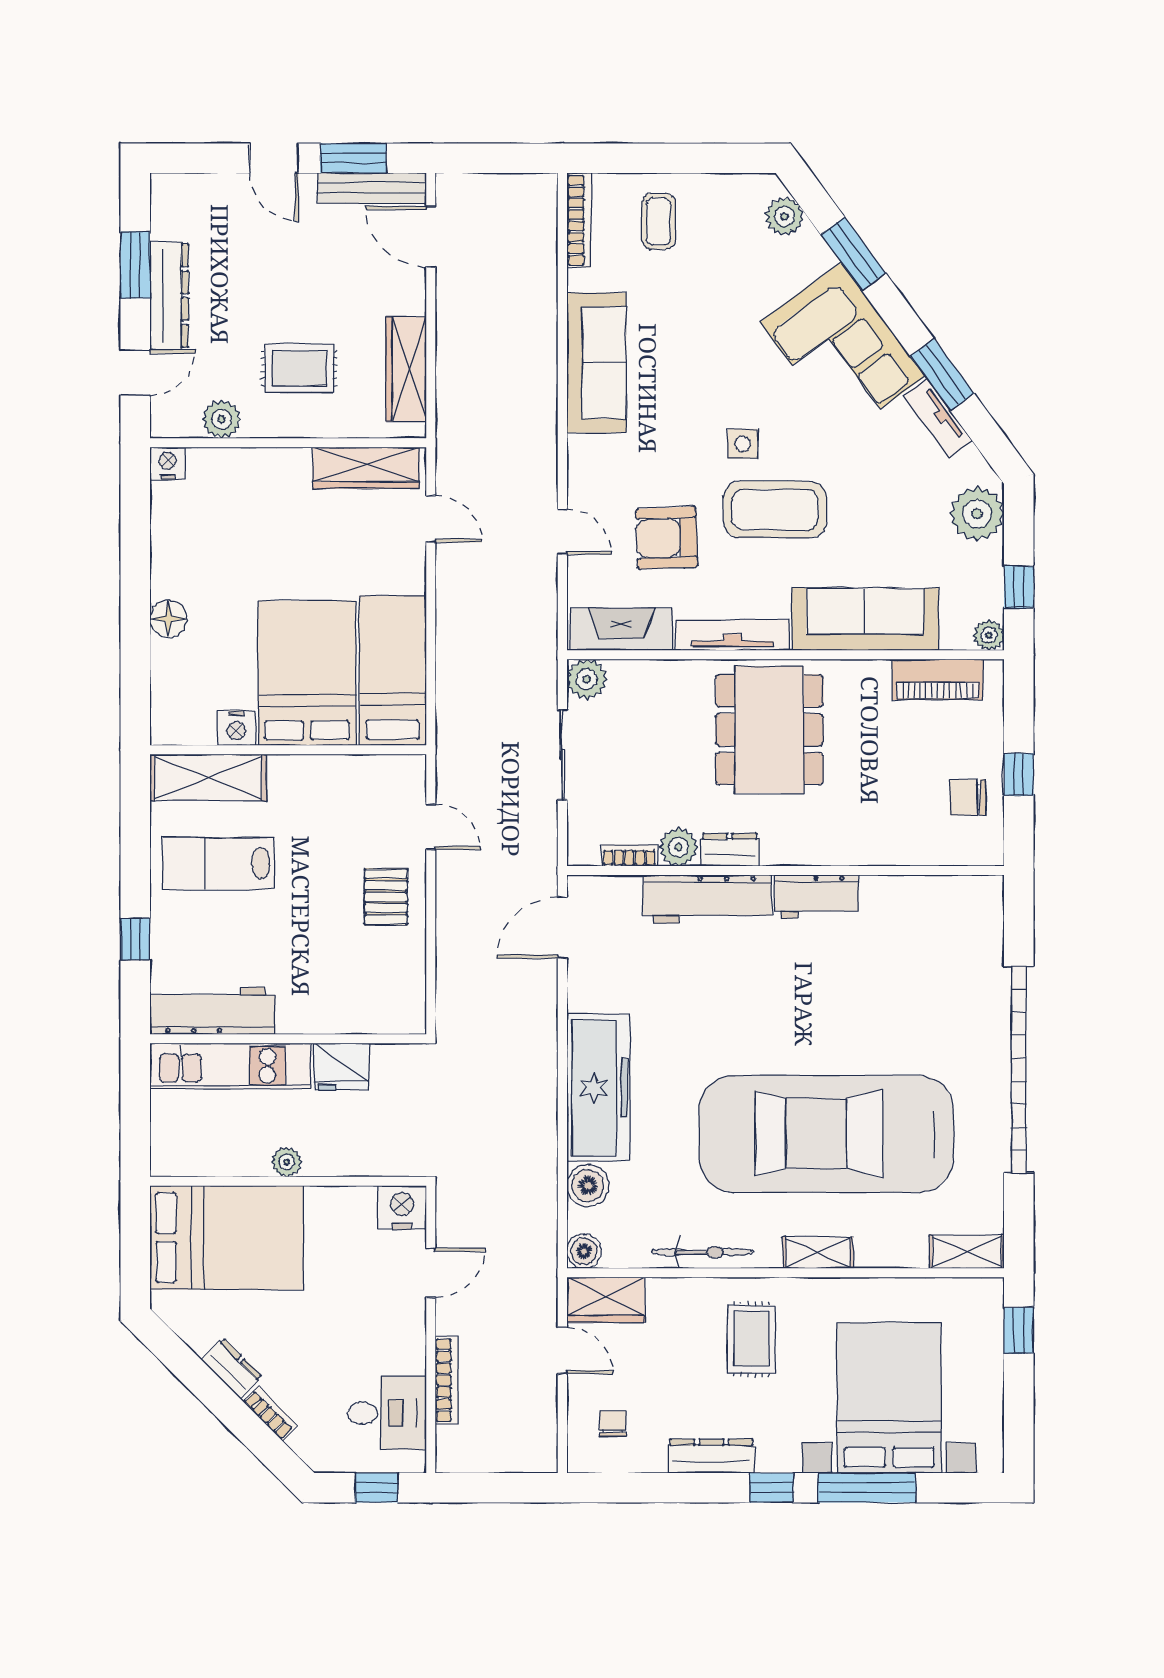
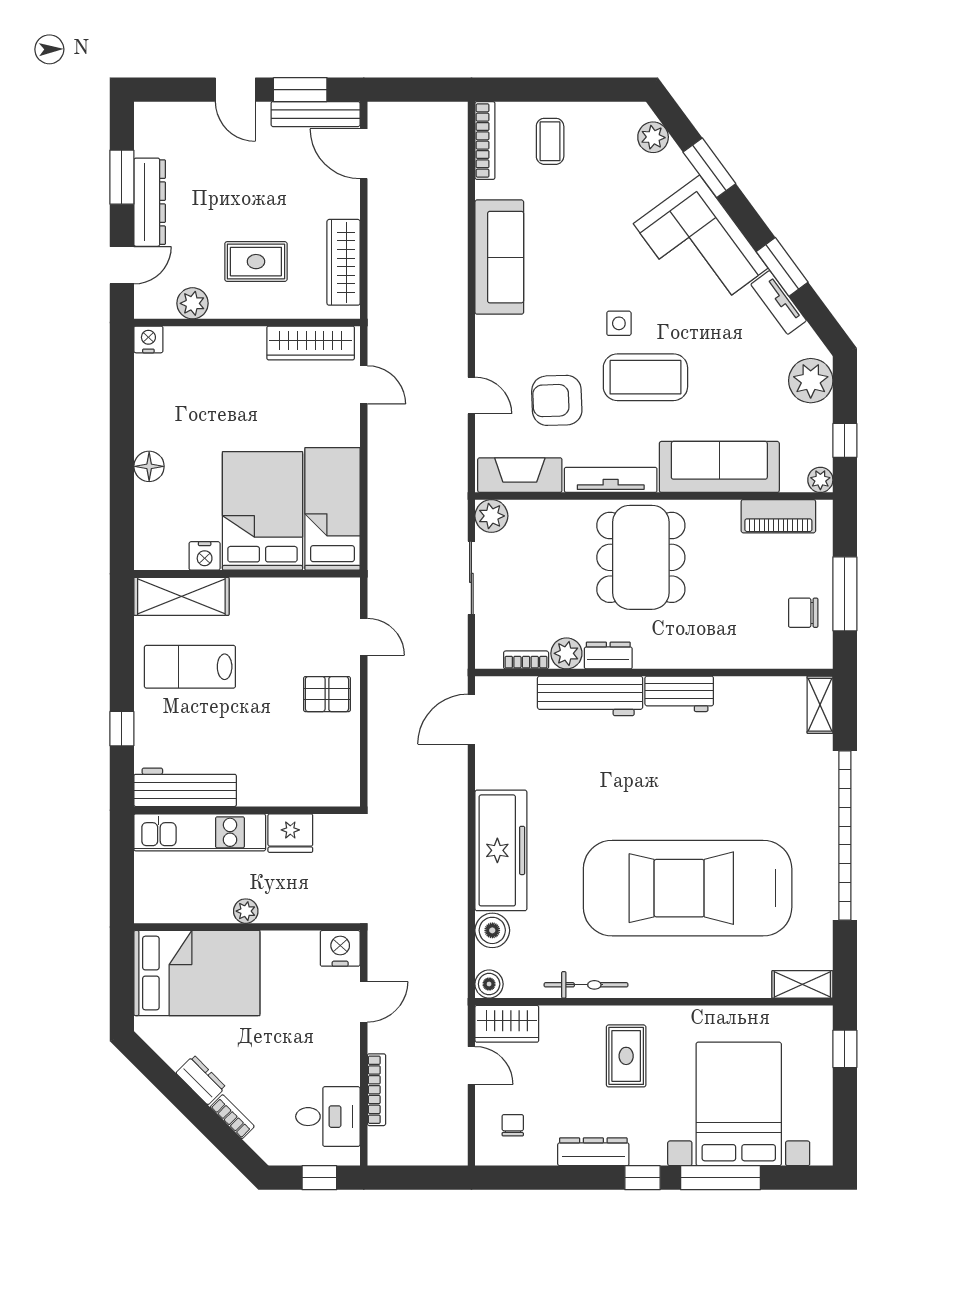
window: (1019, 774) -> (845, 594), width x2.17
pallet: (386, 897) -> (327, 694), turned 90
shelving: (818, 1253) -> (820, 705), moved, turned 90

